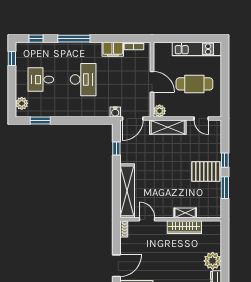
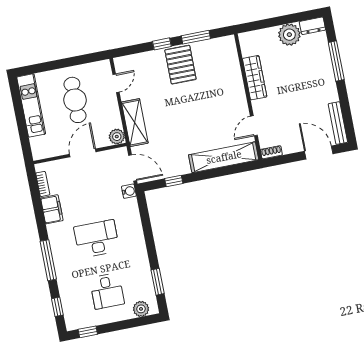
shelving: (185, 213) -> (237, 80), removed

